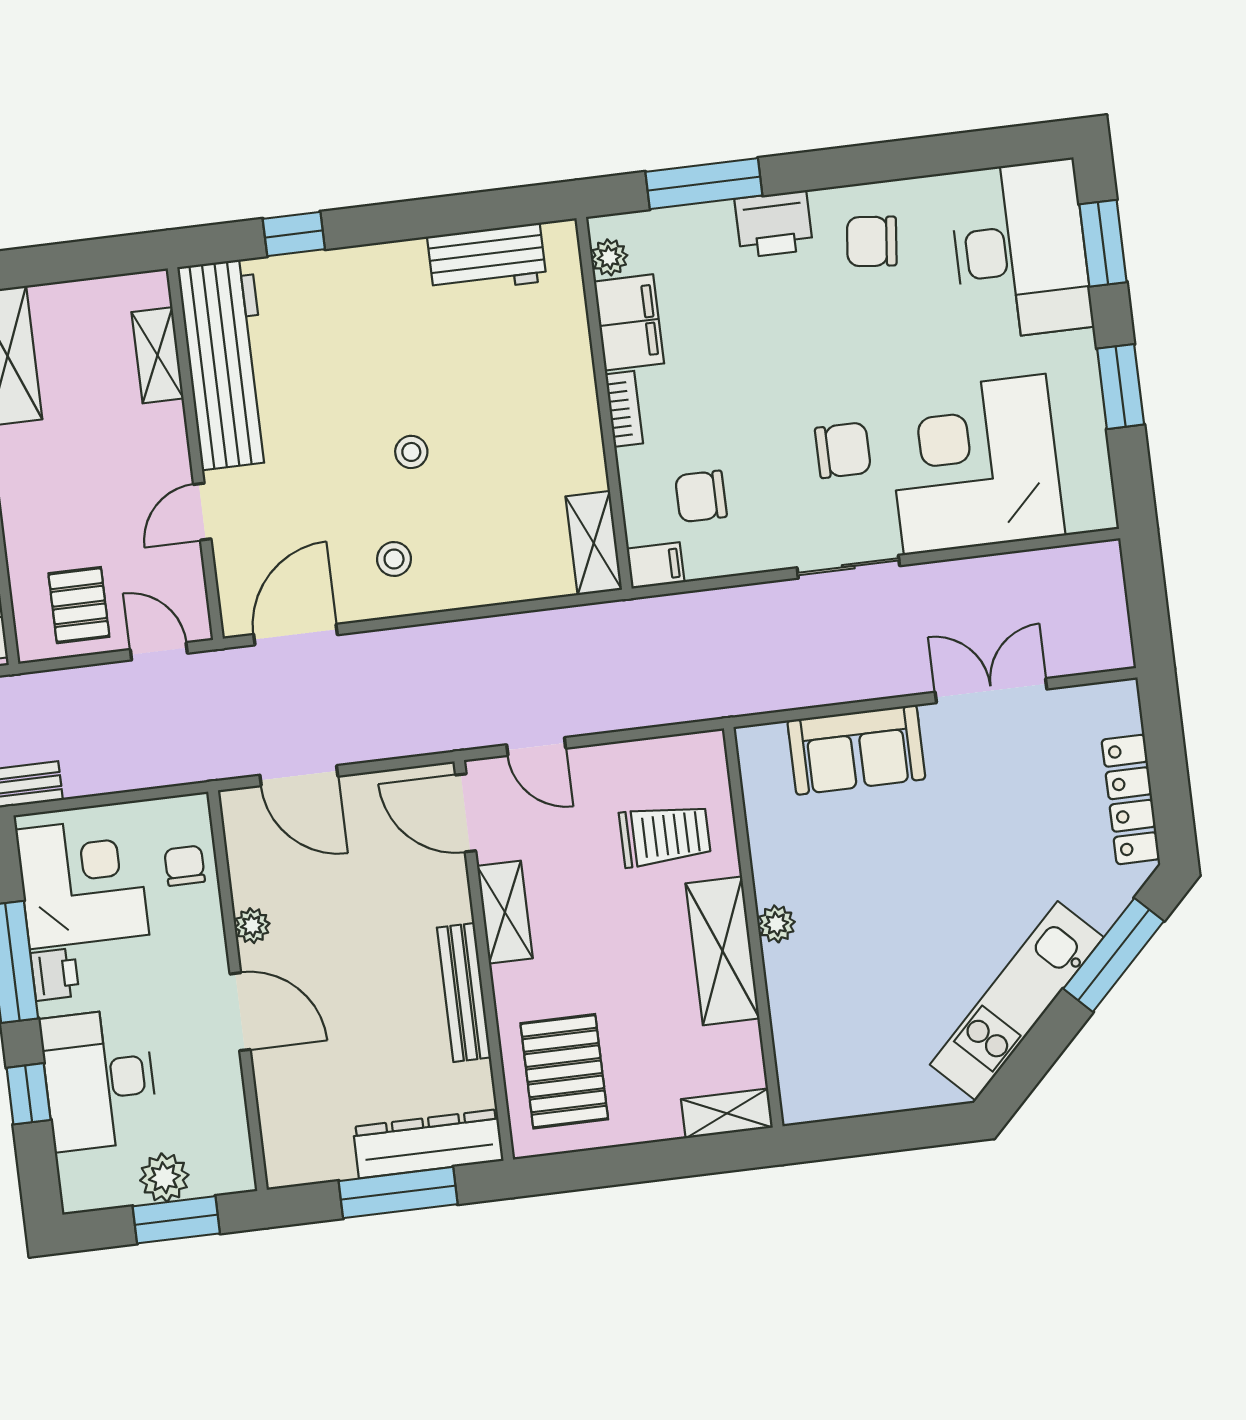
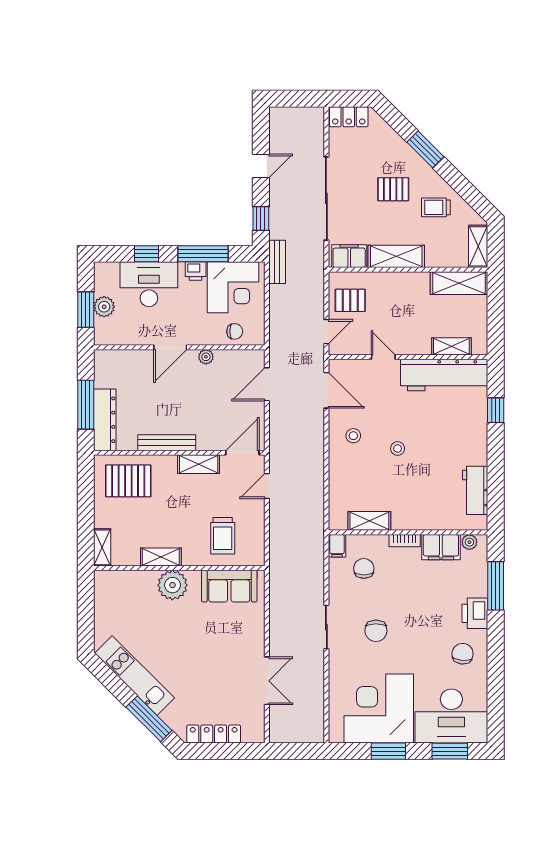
corner desk: (975, 464) -> (379, 709), moved, turned -90
shelving: (594, 543) -> (369, 521), moved
sofa: (856, 750) -> (229, 586), moved, turned -90
plant: (776, 924) -> (172, 585), width x1.88, depth x1.88
shelving: (723, 951) -> (161, 557), width x0.67, depth x0.75

